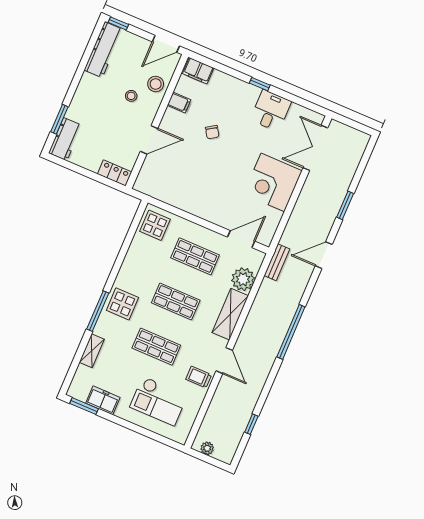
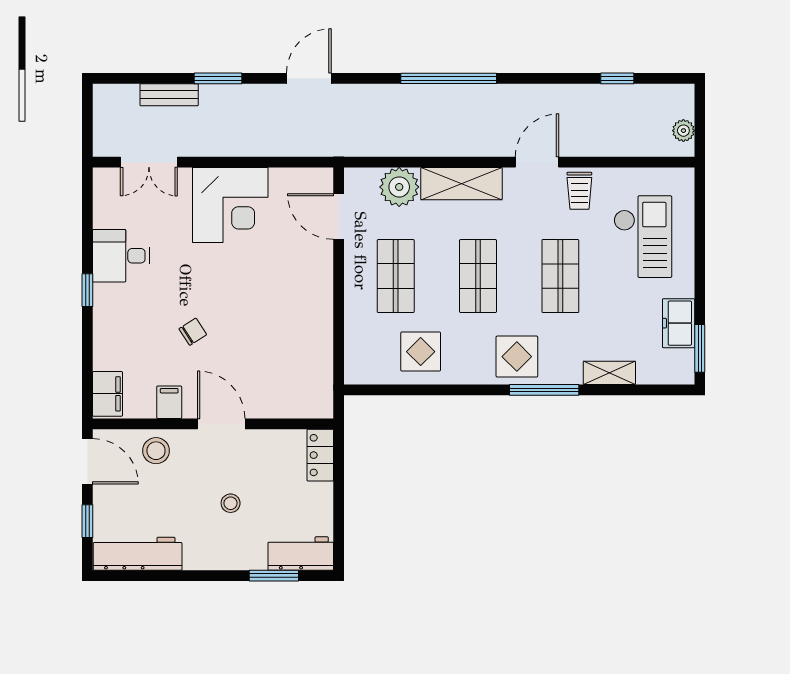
window: (118, 23) -> (87, 521), moved
stool: (131, 96) -> (231, 503), moved
door: (149, 140) -> (221, 424), moved
double door: (315, 148) -> (149, 162), width x0.73
display table: (155, 225) -> (421, 352), moved
door: (324, 255) -> (309, 78), swing flipped
bench: (277, 262) -> (169, 95), moved

